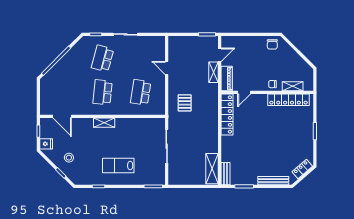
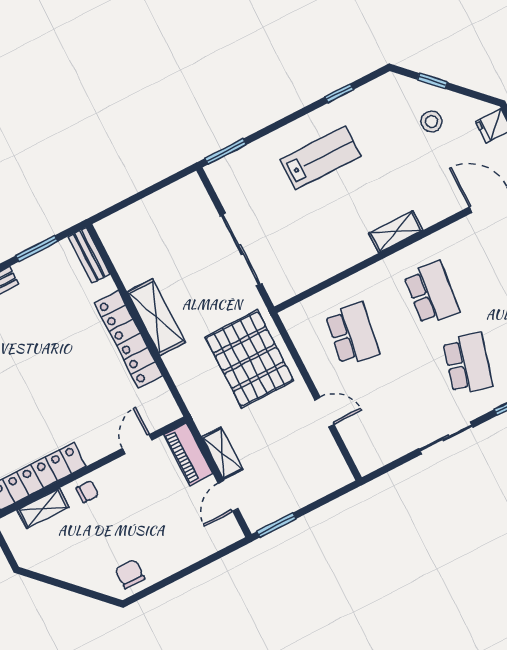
pallet: (185, 103) -> (249, 359), width x2.05, depth x2.00
locker: (227, 114) -> (128, 340), moved
shelving: (212, 169) -> (156, 317), moved

